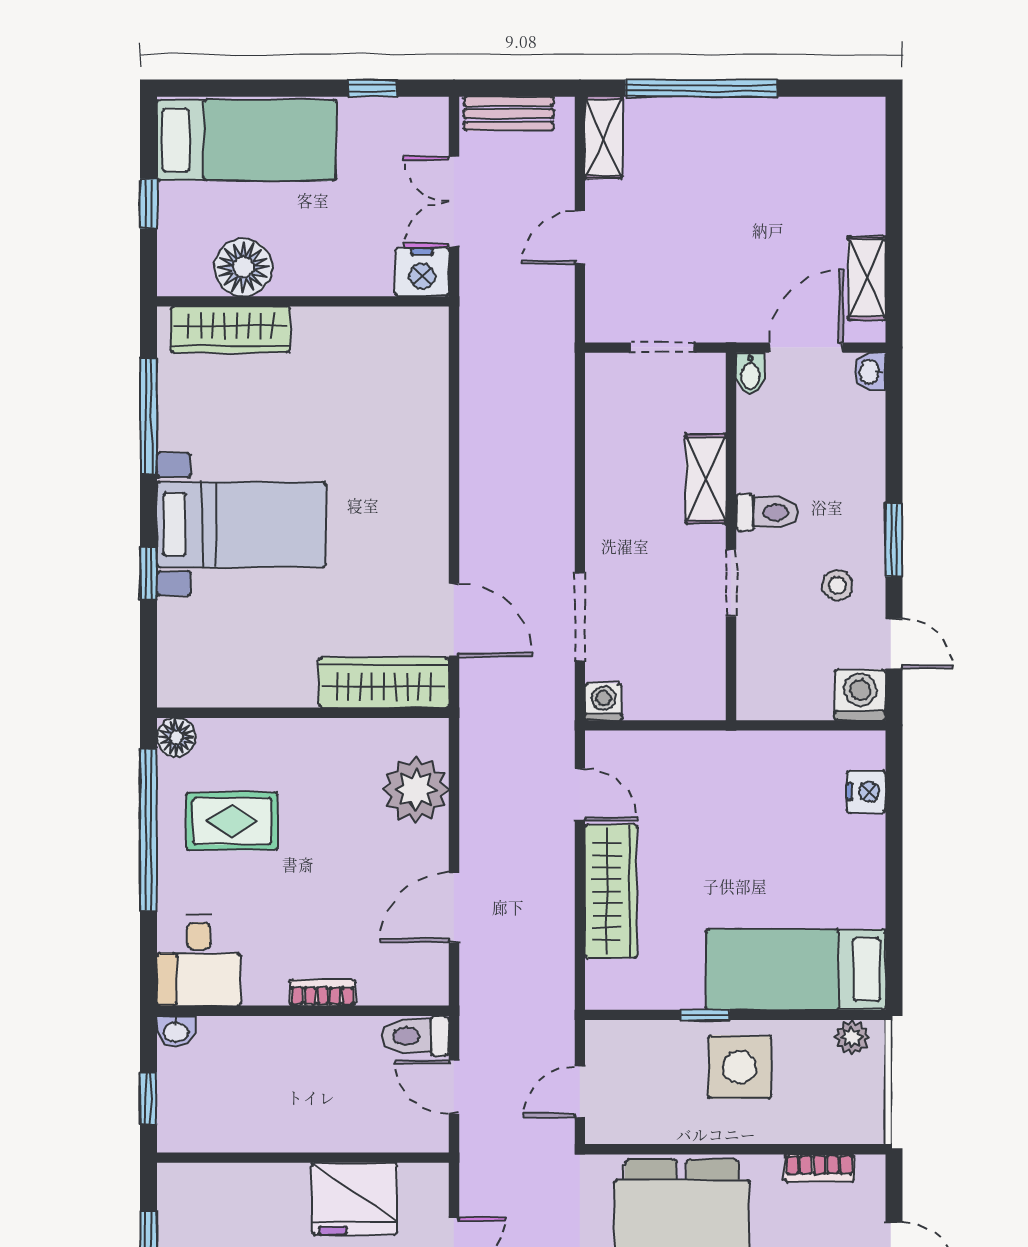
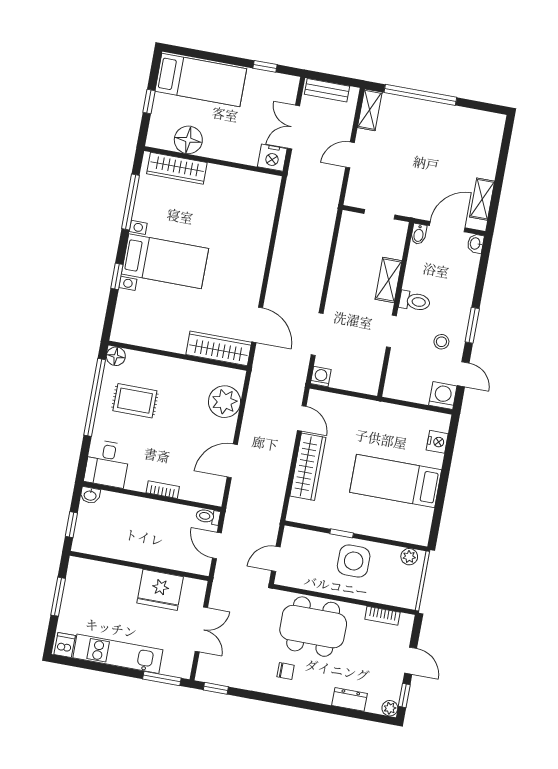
bed: (796, 970) -> (396, 481), moved
toilet: (416, 1036) -> (208, 516), width x0.73, depth x0.72

